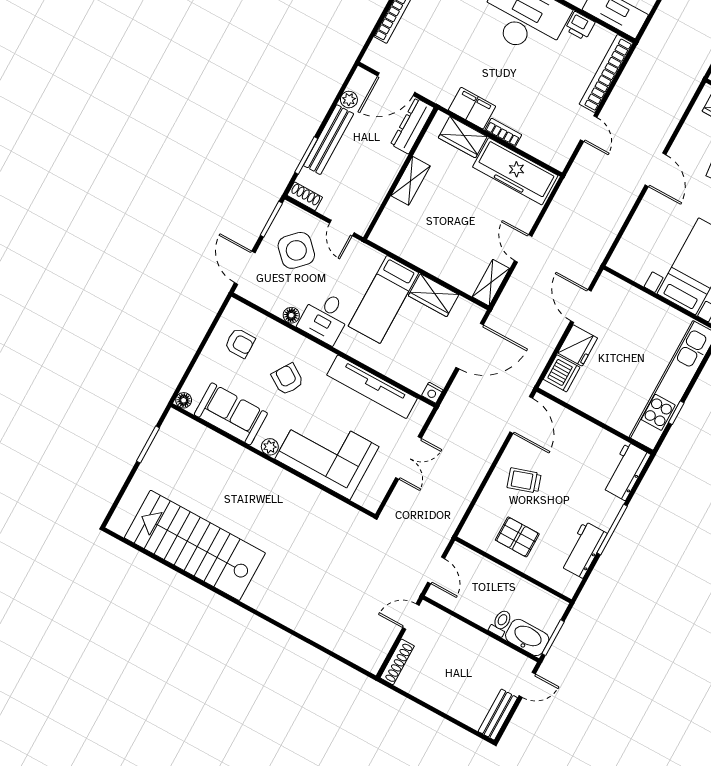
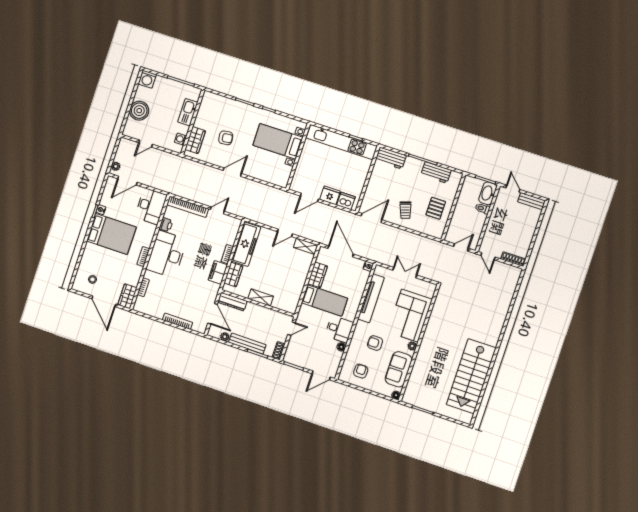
side table: (296, 250) -> (307, 350), removed
armchair: (287, 379) -> (375, 343), turned 57

